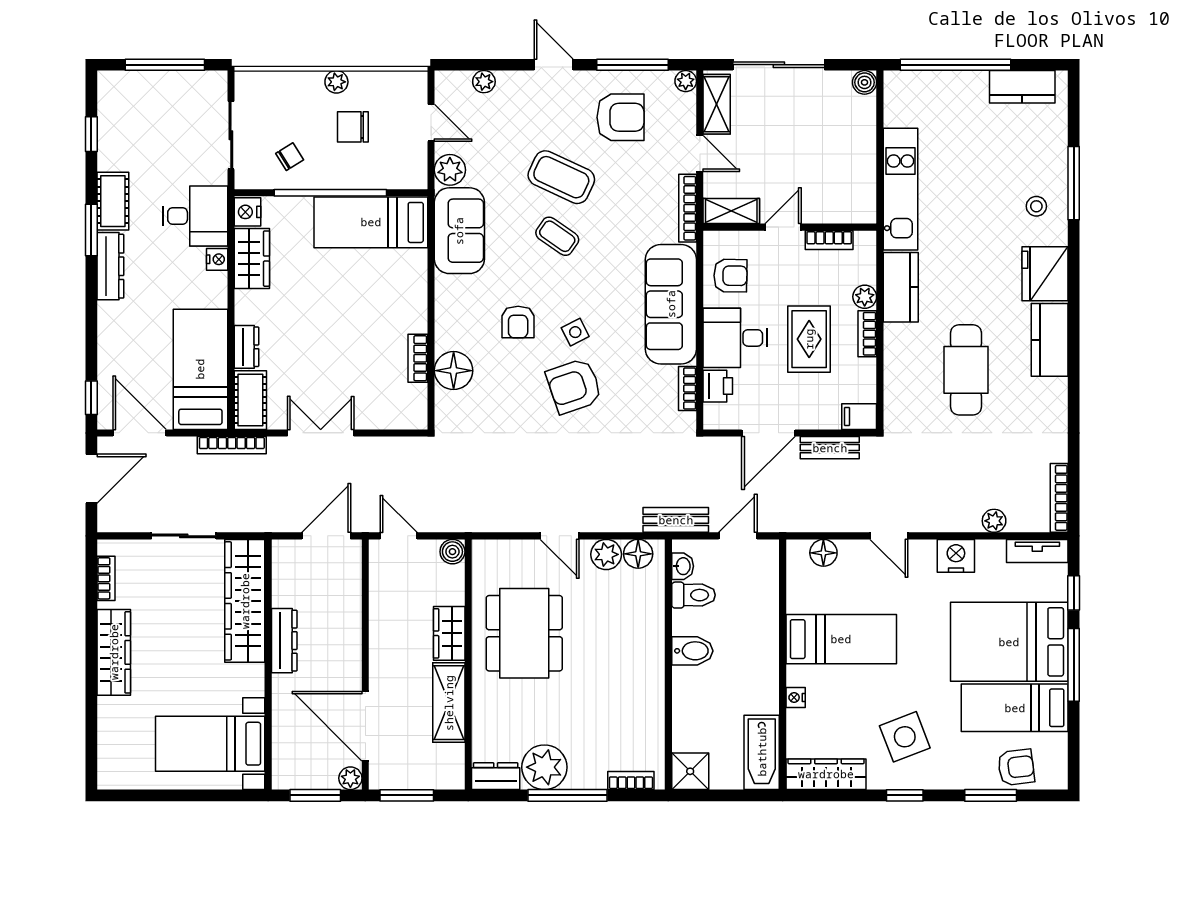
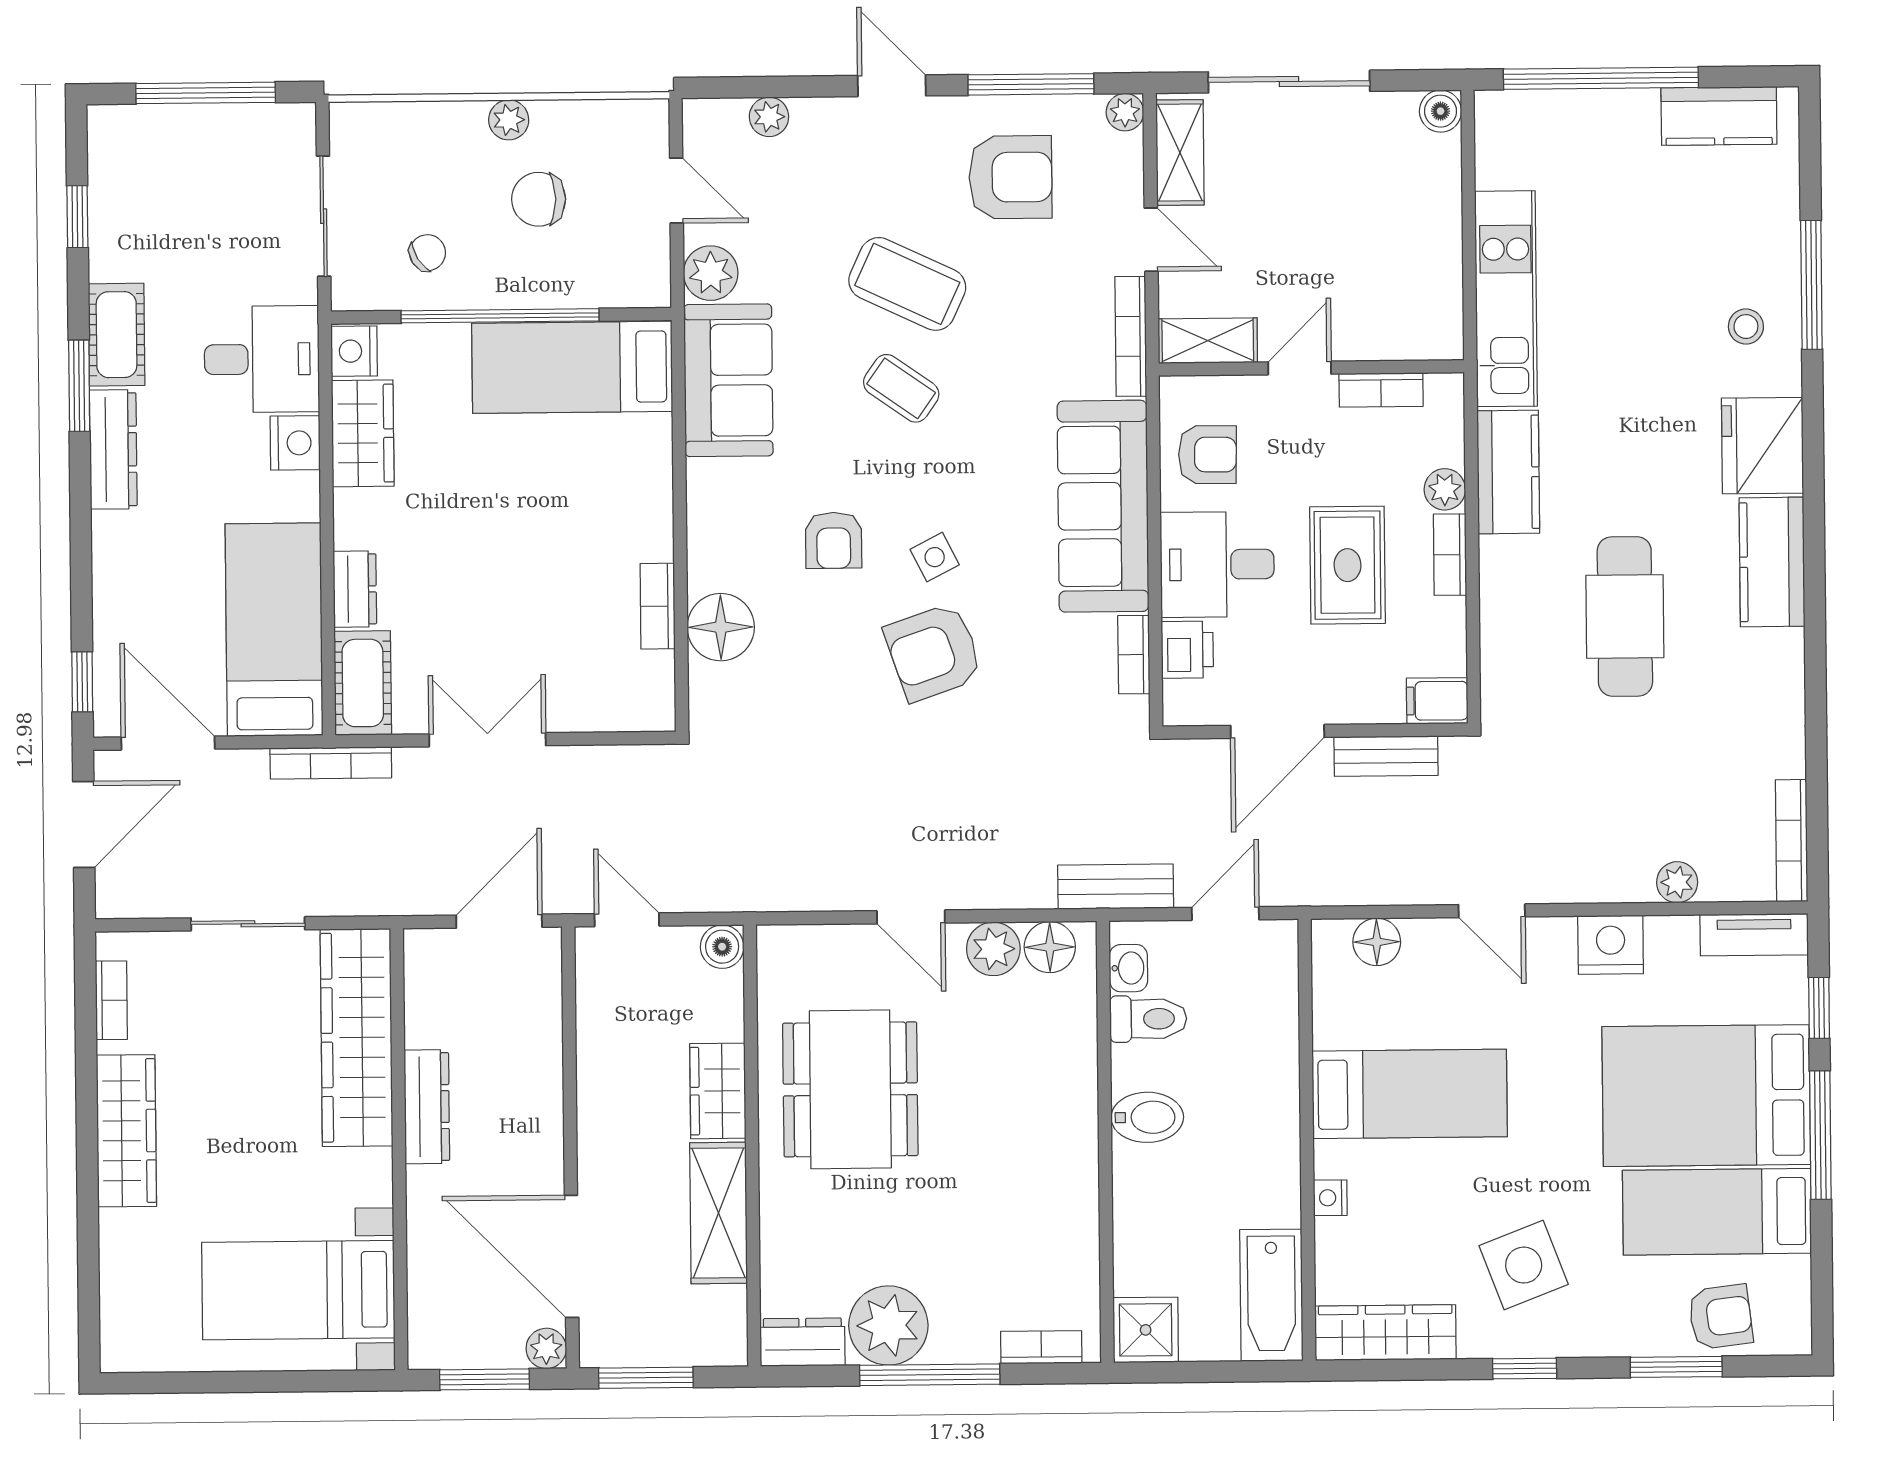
nightstand: (217, 259) -> (295, 443), width x1.39, depth x1.35

